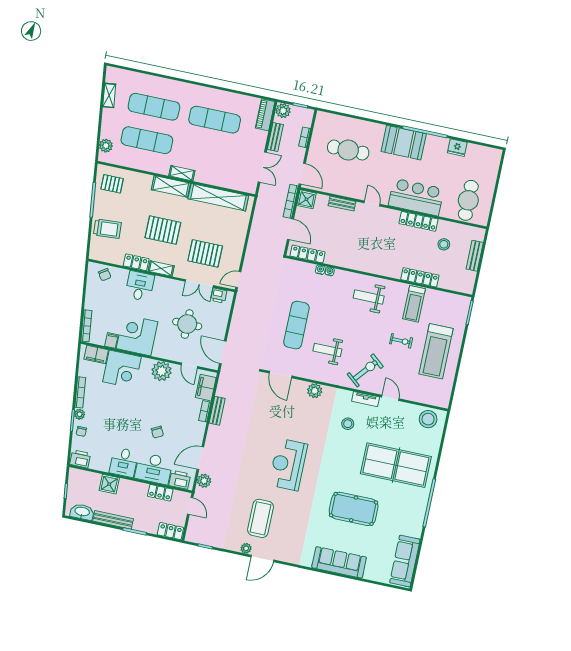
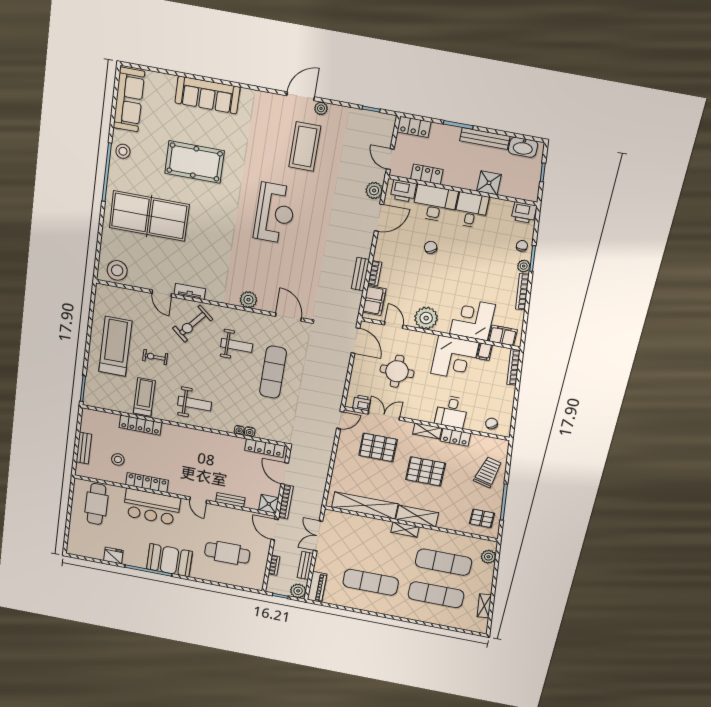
trolley: (107, 229) -> (488, 472), turned 108
stool: (348, 424) -> (123, 151), moved

